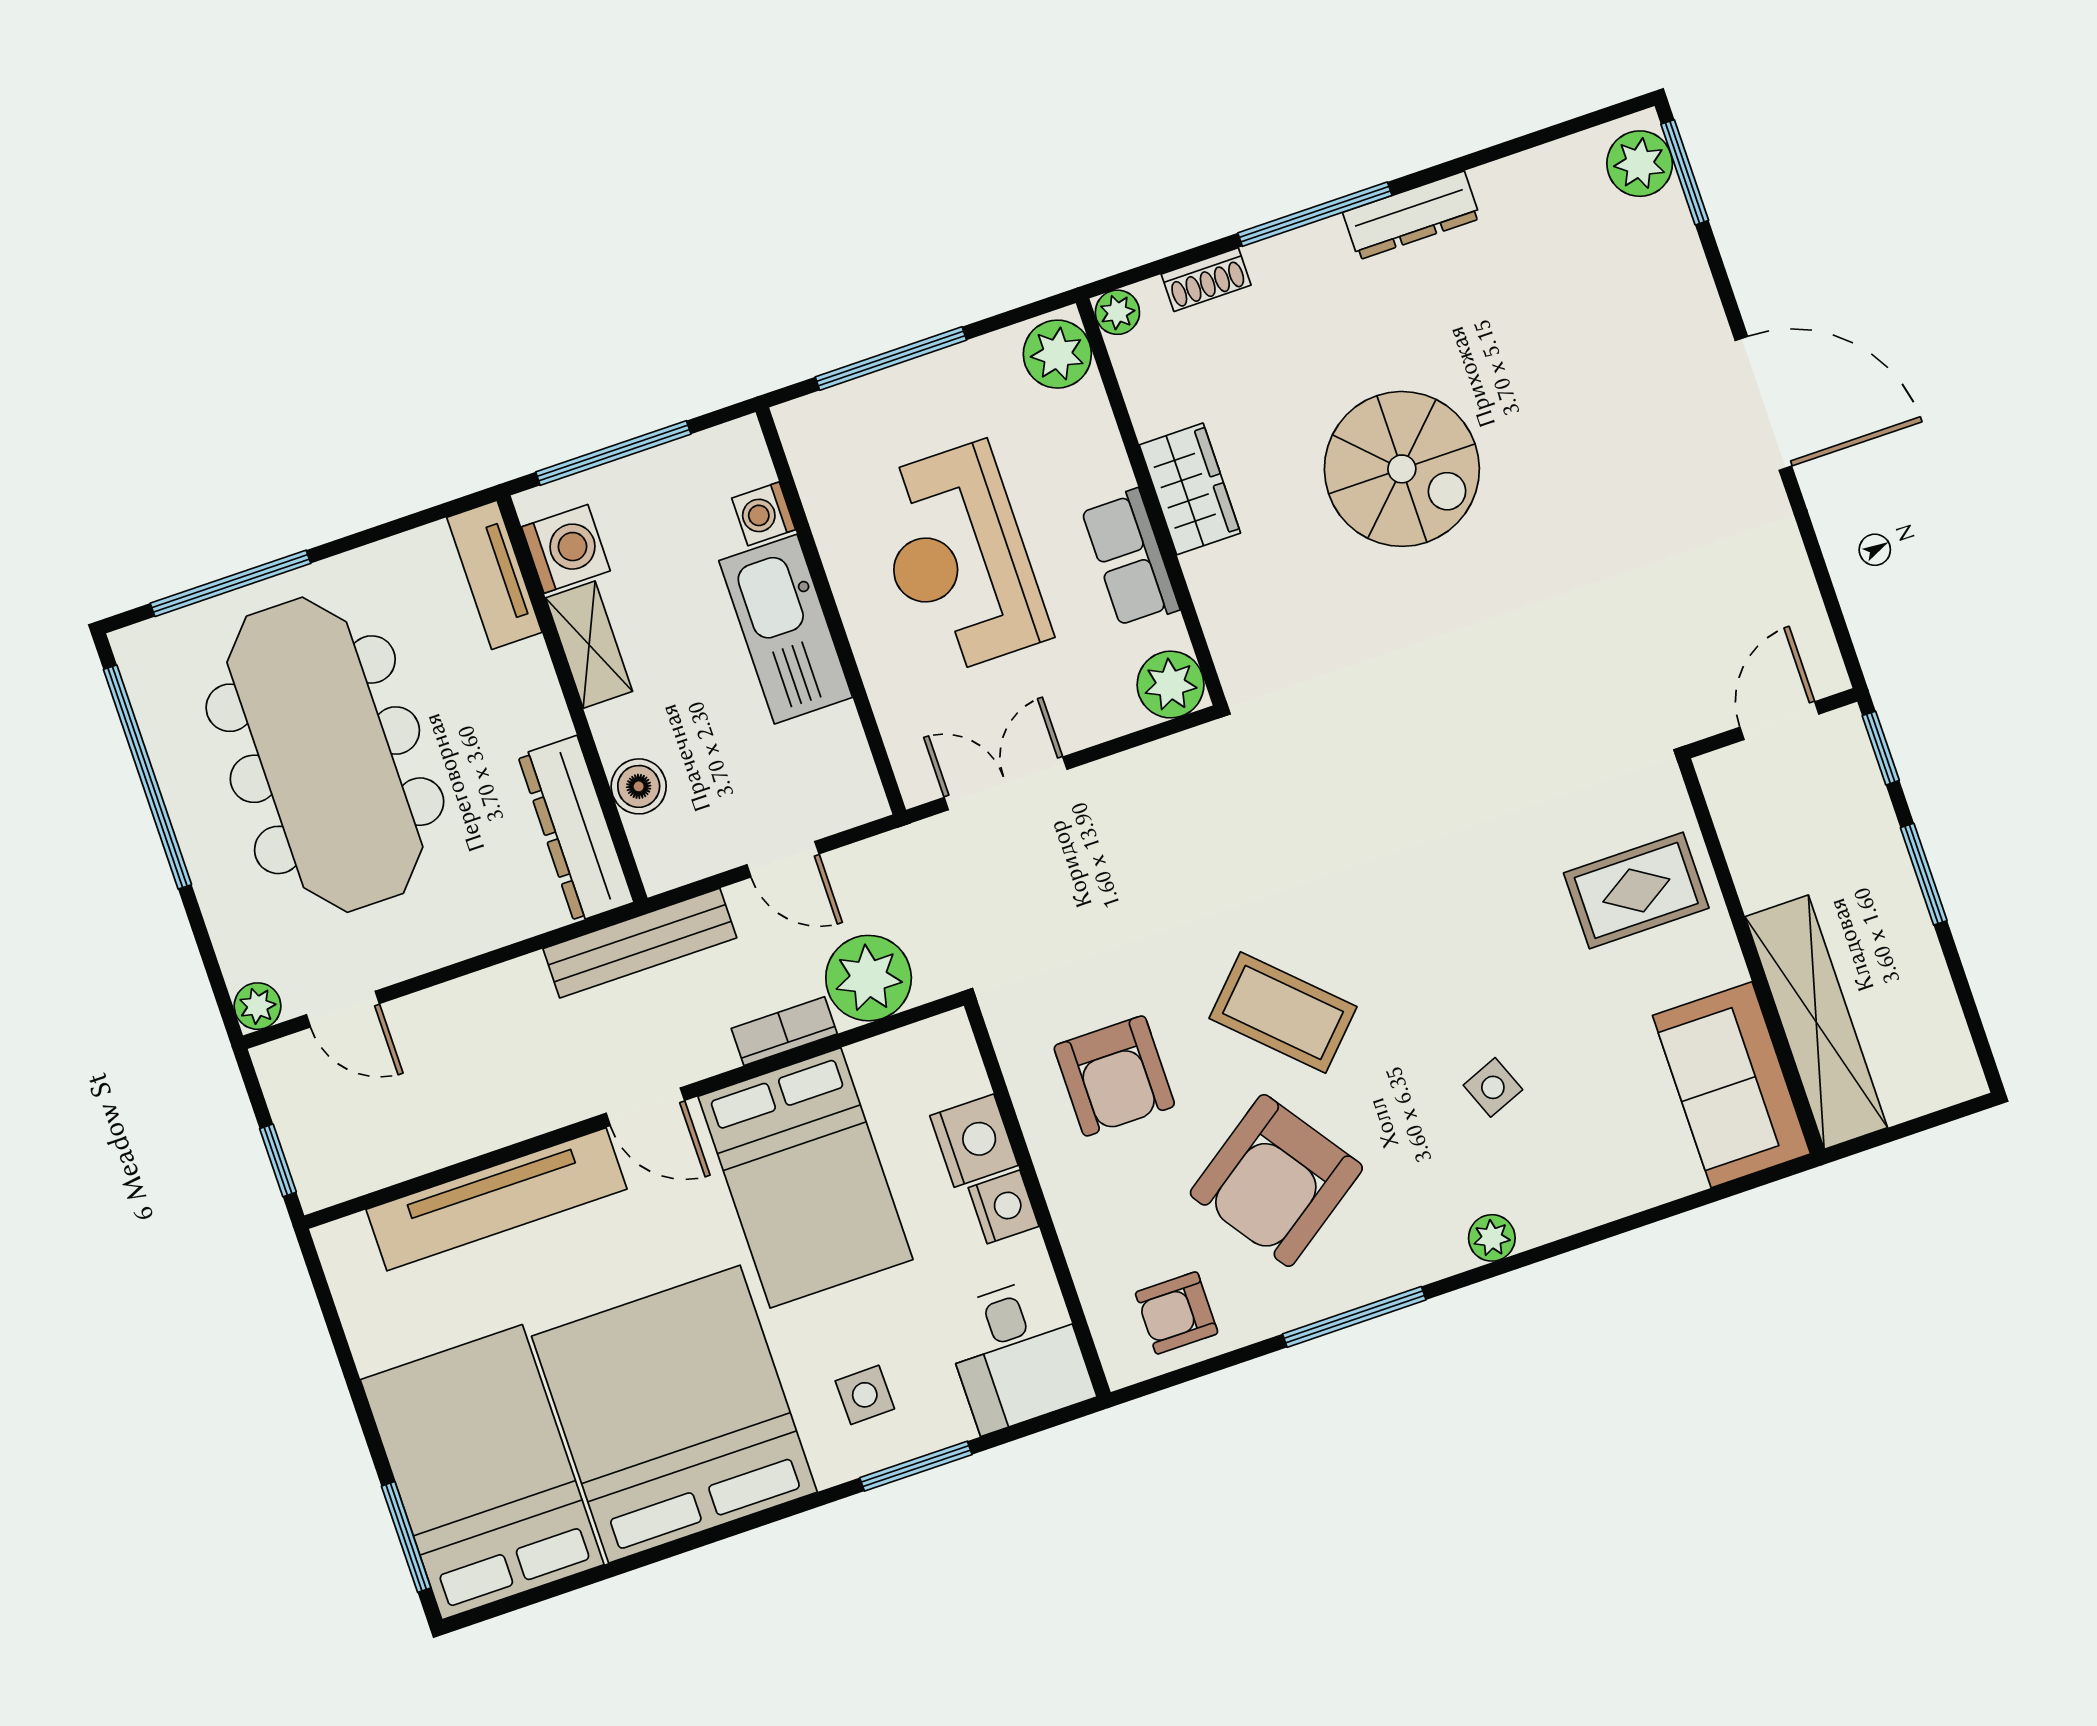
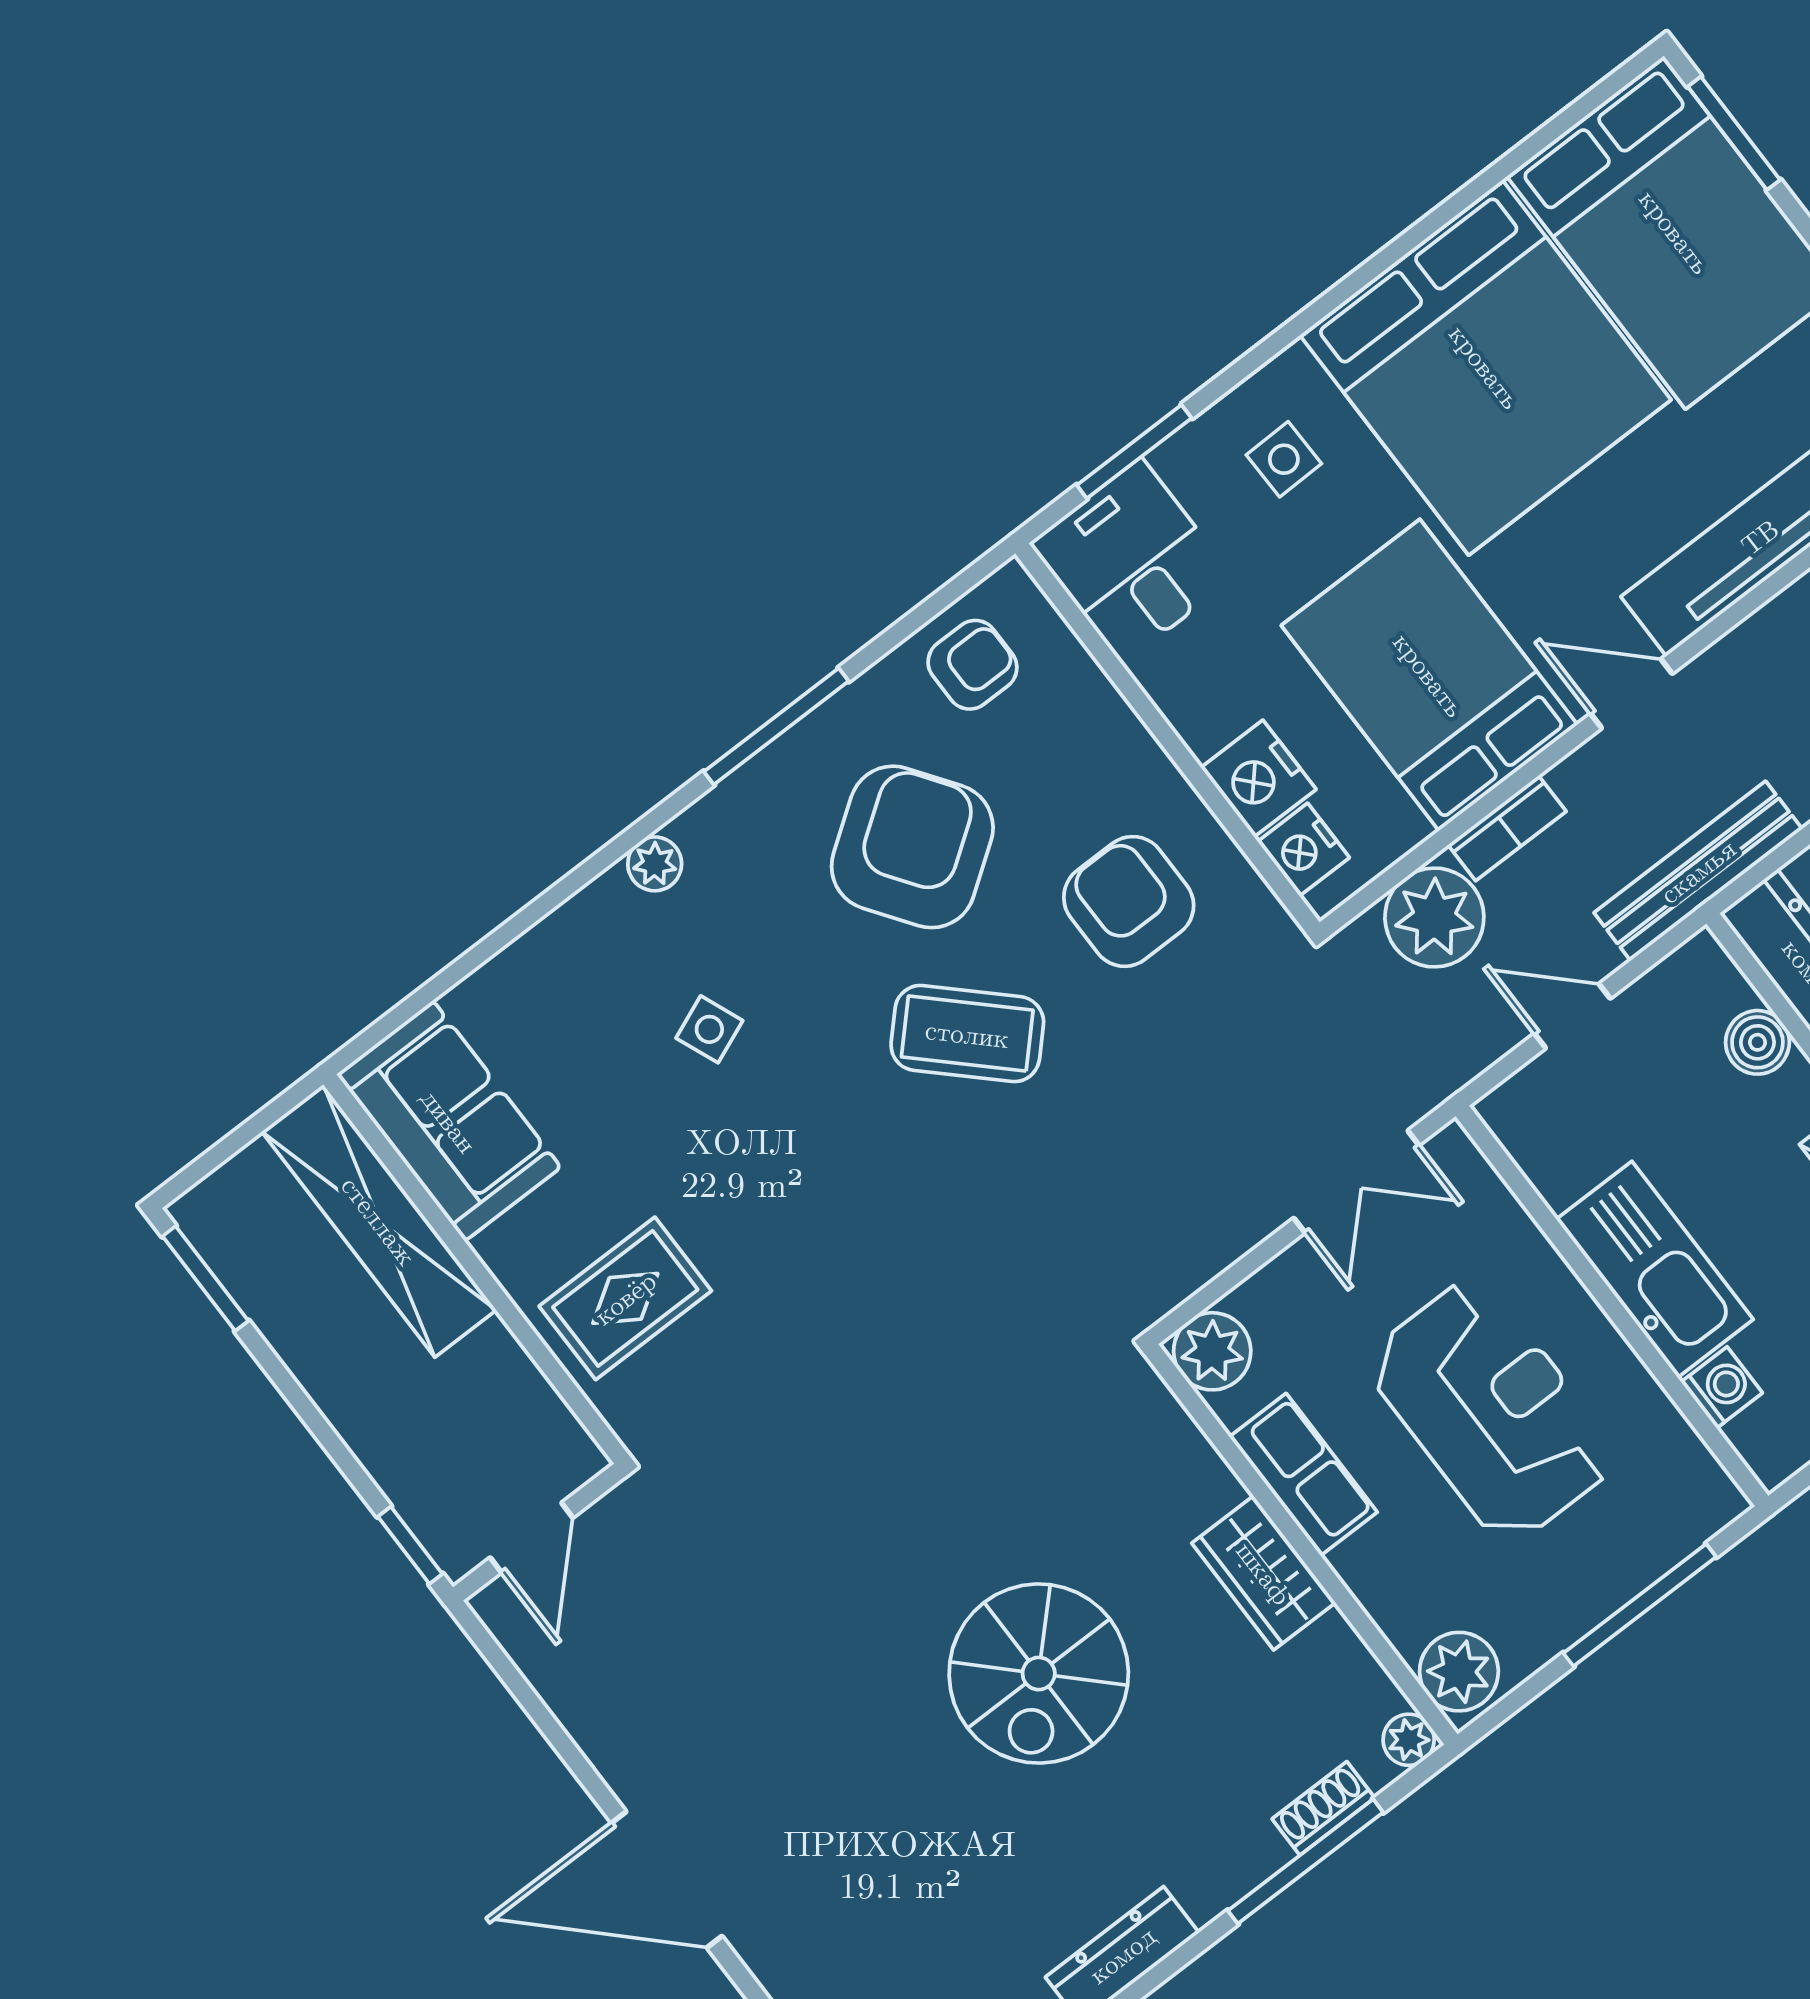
window: (1315, 214) -> (1306, 1861), moved
spiral stairs: (1402, 469) -> (1039, 1674), turned -90
window: (1924, 874) -> (205, 1279), moved
nightstand: (1004, 1207) -> (1303, 850), moved
window: (916, 1466) -> (1134, 452), moved

